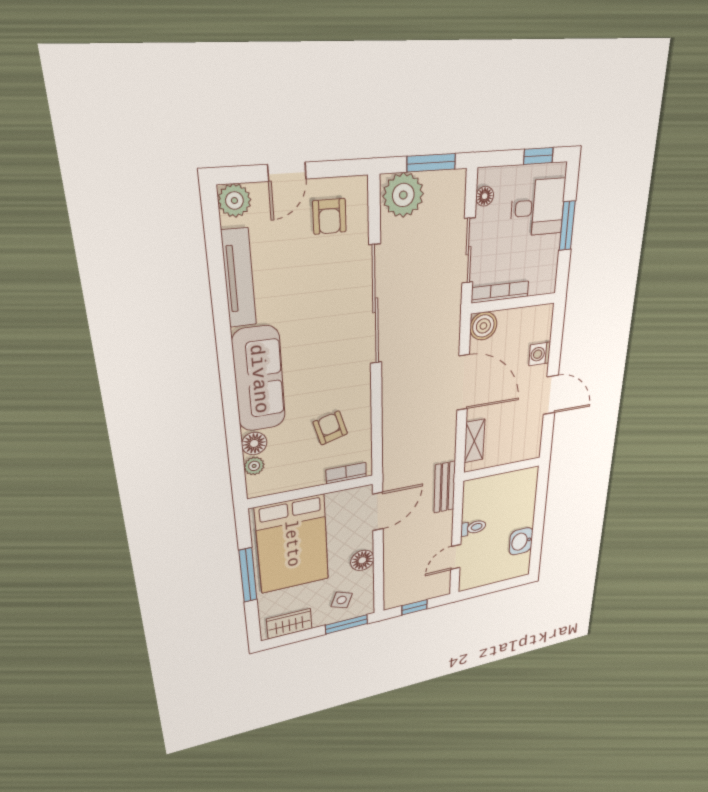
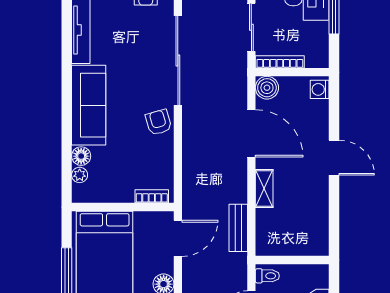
washing machine: (540, 354) -> (320, 89), moved
armchair: (330, 428) -> (158, 122), moved
wall: (502, 469) -> (292, 260), moved

